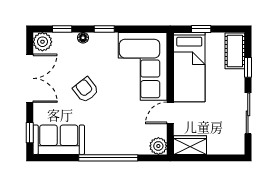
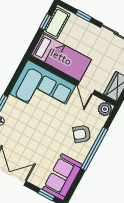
window: (201, 29) -> (45, 22), moved
cot: (235, 51) -> (57, 23), moved, turned 90
armchair: (86, 90) -> (82, 134), moved

